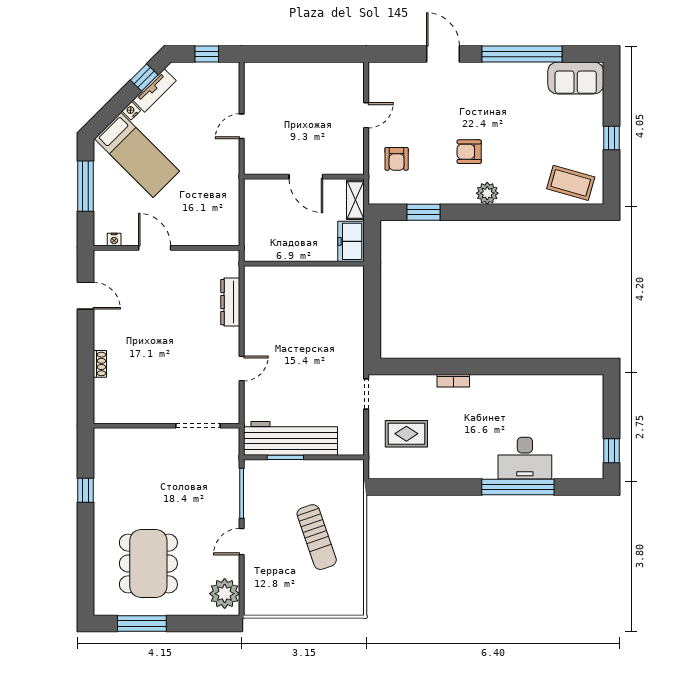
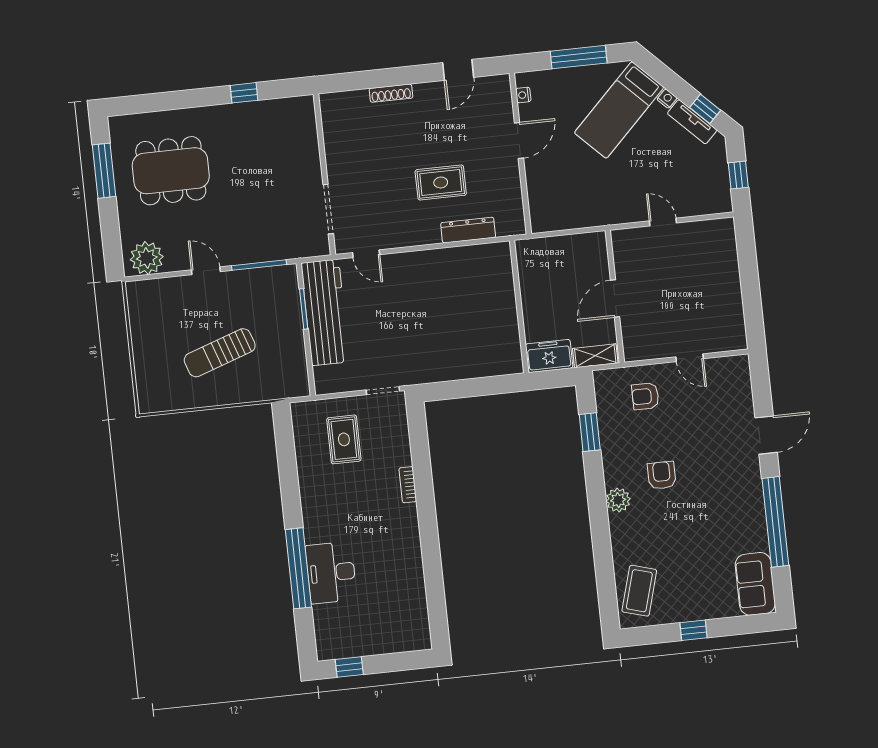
rug: (185, 322) -> (441, 182), added
shoe rack: (100, 364) -> (391, 93), width x1.43
door: (242, 369) -> (366, 254), moved

